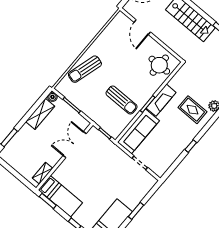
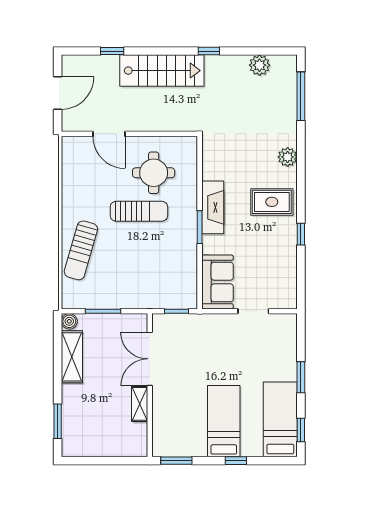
round table: (159, 65) -> (154, 173), moved
sun lounger: (122, 100) -> (139, 211), moved
rug: (192, 110) -> (272, 202), moved
sofa: (138, 131) -> (217, 282), width x0.73
shelving: (43, 173) -> (140, 404), moved
bed: (60, 196) -> (224, 421), moved, turned -90

